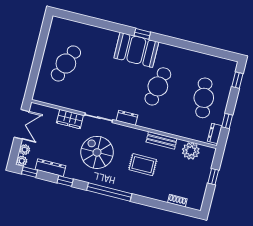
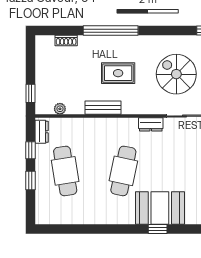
window: (237, 80) -> (30, 181), moved
plant: (191, 151) -> (60, 109), width x0.53, depth x0.53
spiral stairs: (97, 152) -> (176, 74), turned 180
window: (213, 177) -> (30, 93), moved
window: (109, 192) -> (111, 31), moved

